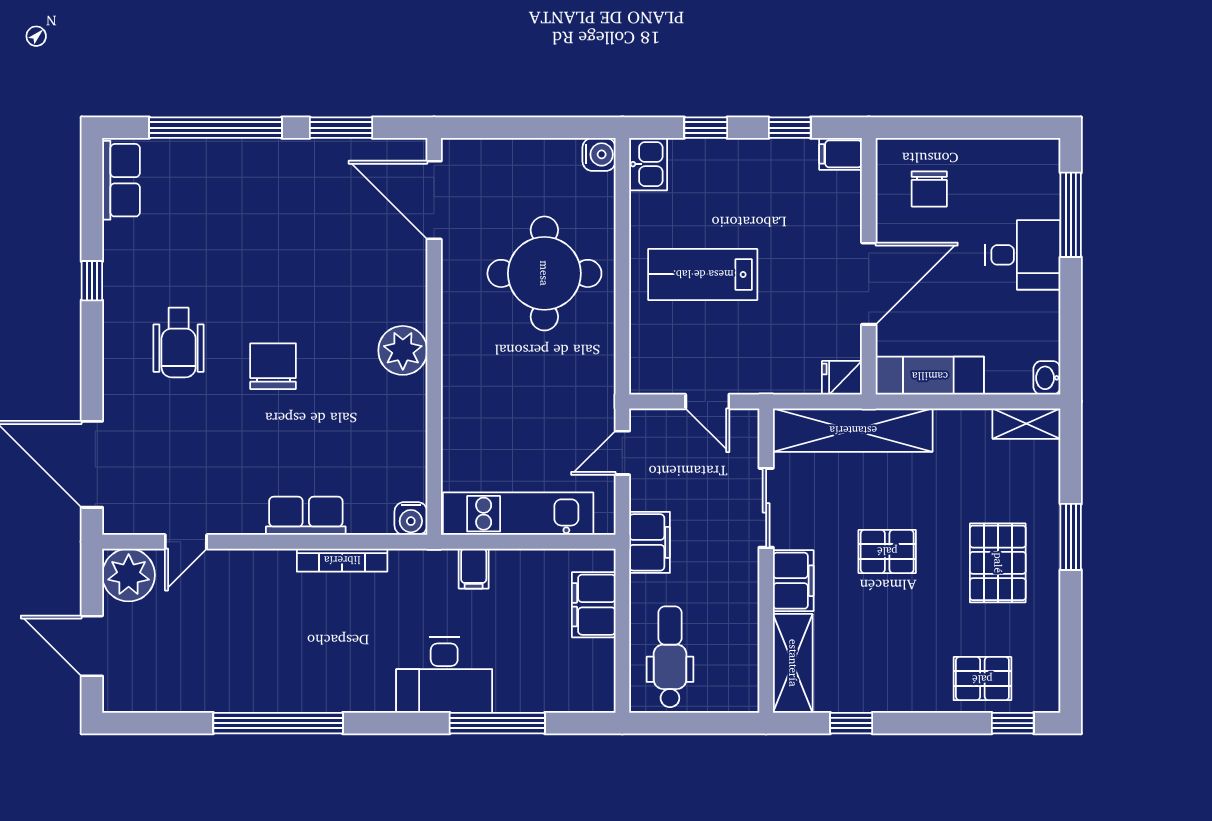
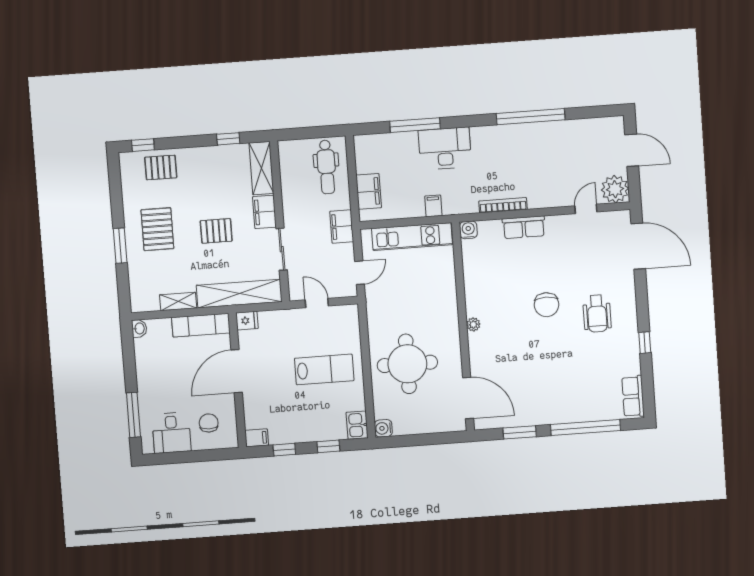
desk: (1023, 255) -> (172, 433), moved, turned -90
wheelchair: (179, 343) -> (597, 313), turned 180
plant: (403, 350) -> (473, 324), width x0.53, depth x0.53
shelving: (1026, 424) -> (178, 301), moved

